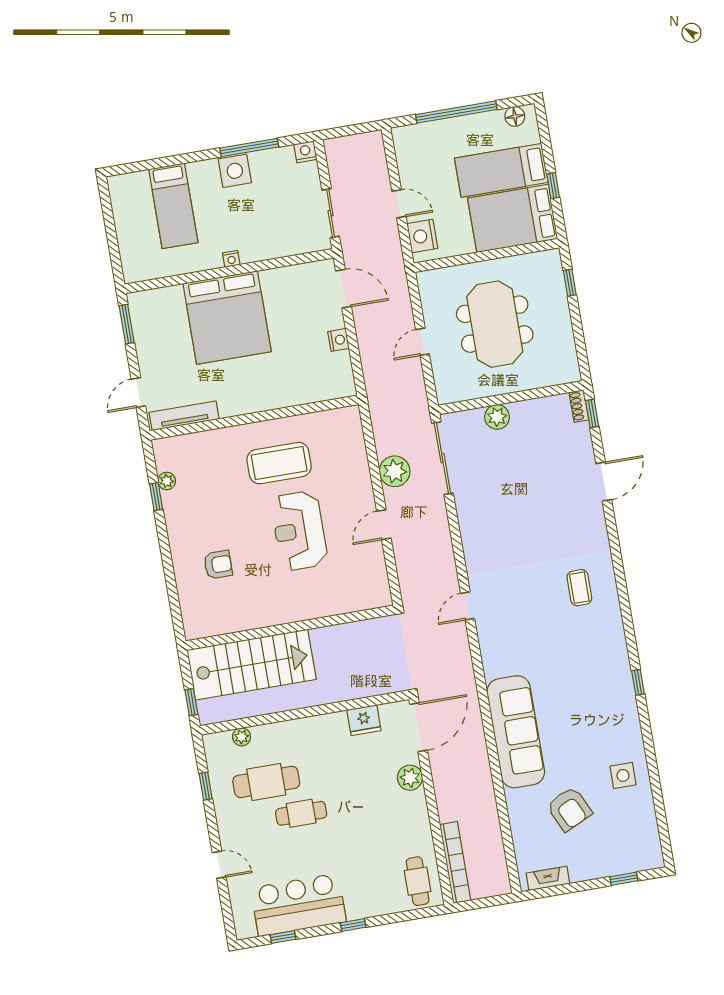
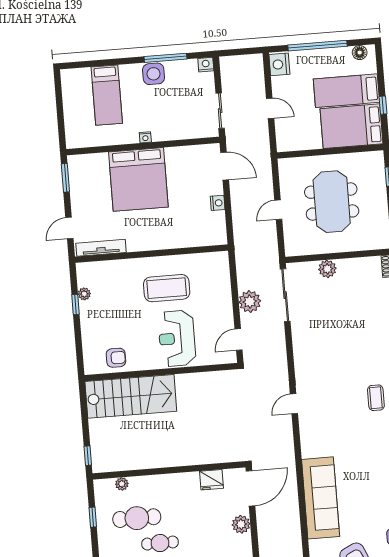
nightstand: (422, 236) -> (279, 64), moved
wall: (290, 628) -> (161, 372), moved
stairs: (251, 665) -> (131, 396), moved

